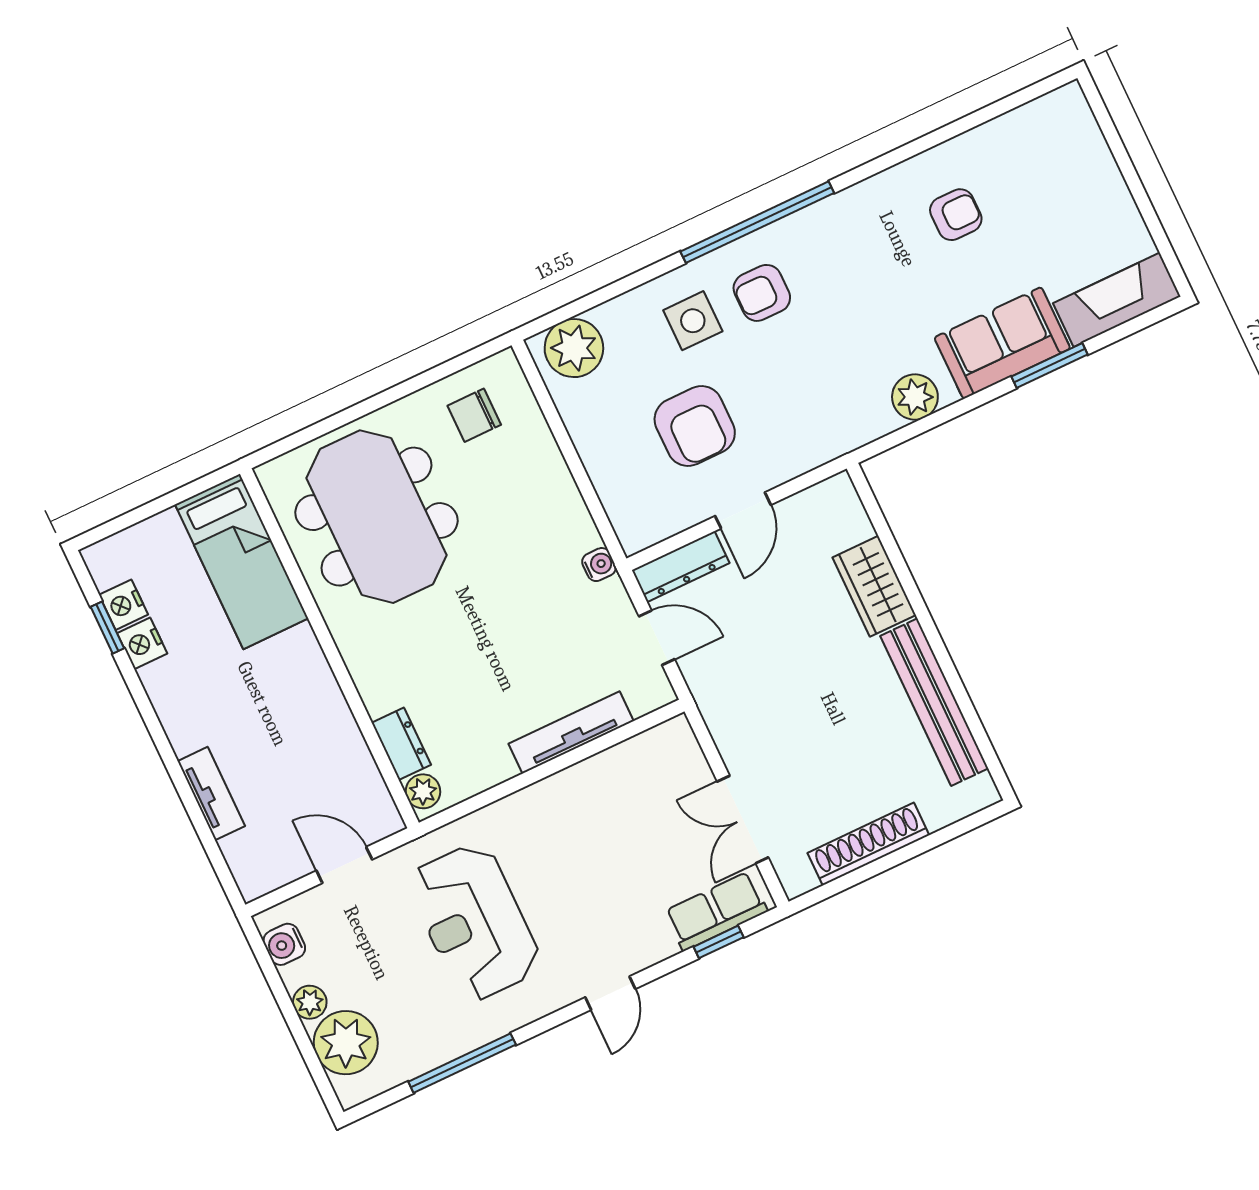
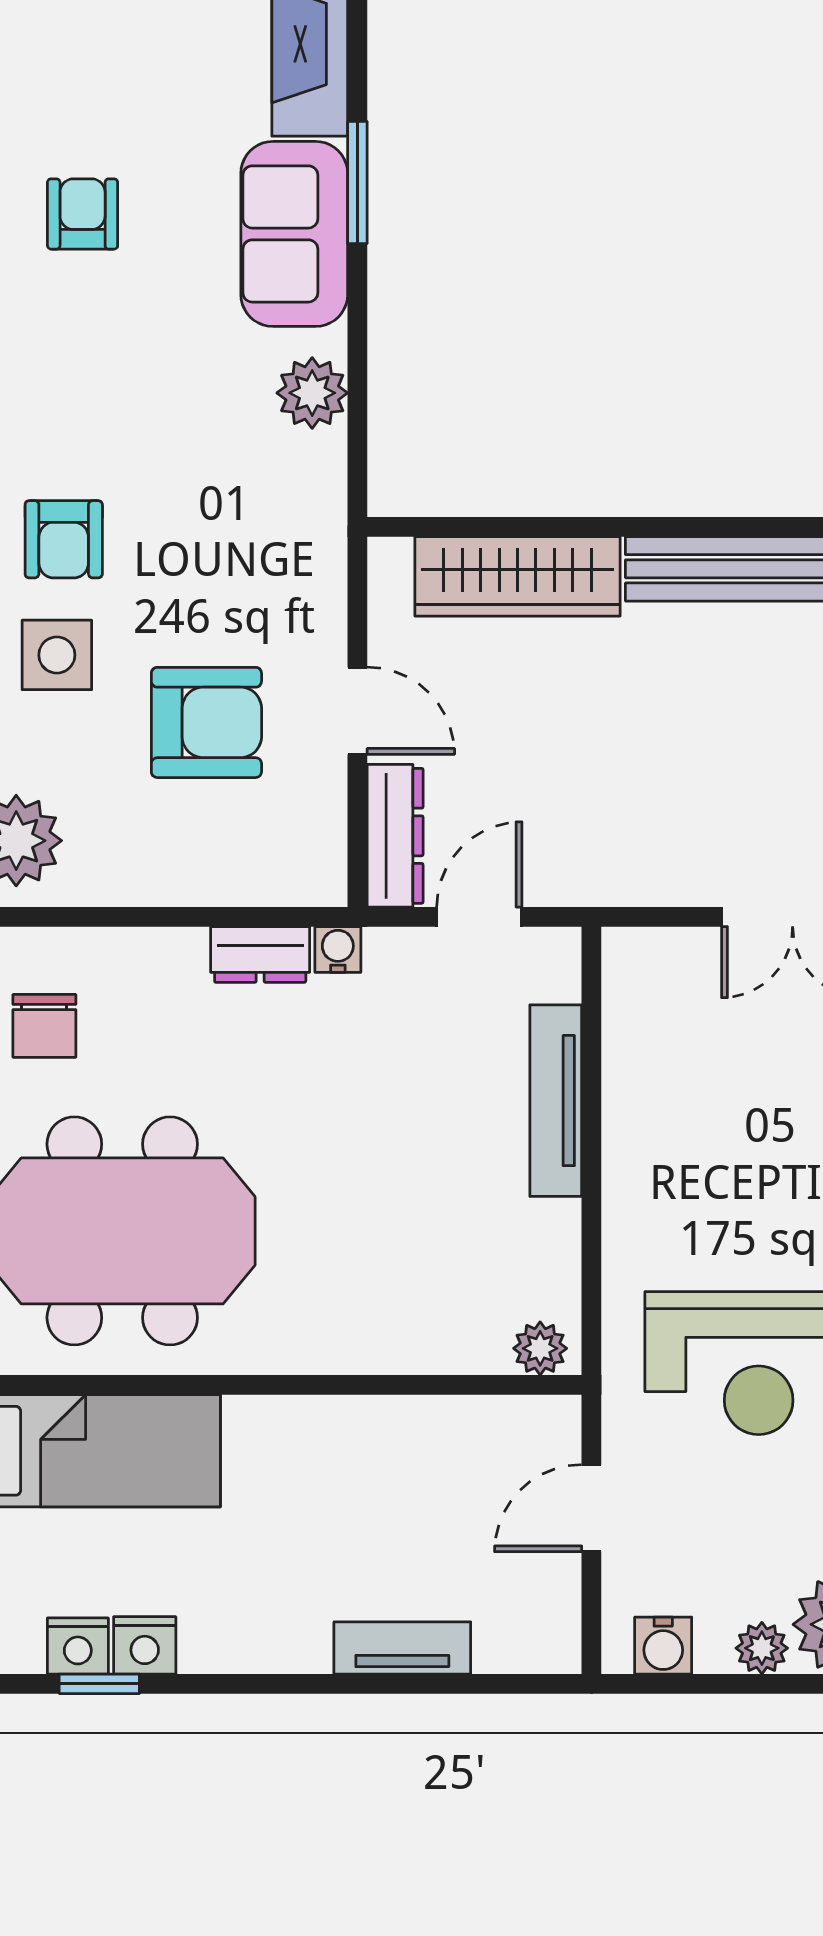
wardrobe: (874, 586) -> (518, 576), width x1.50
dresser: (401, 744) -> (260, 954), moved, turned 180

